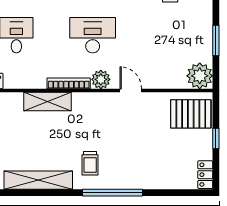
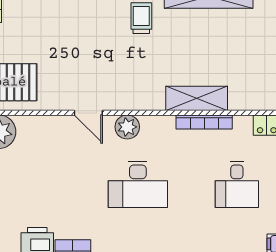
bookcase: (69, 83) -> (204, 122), moved

